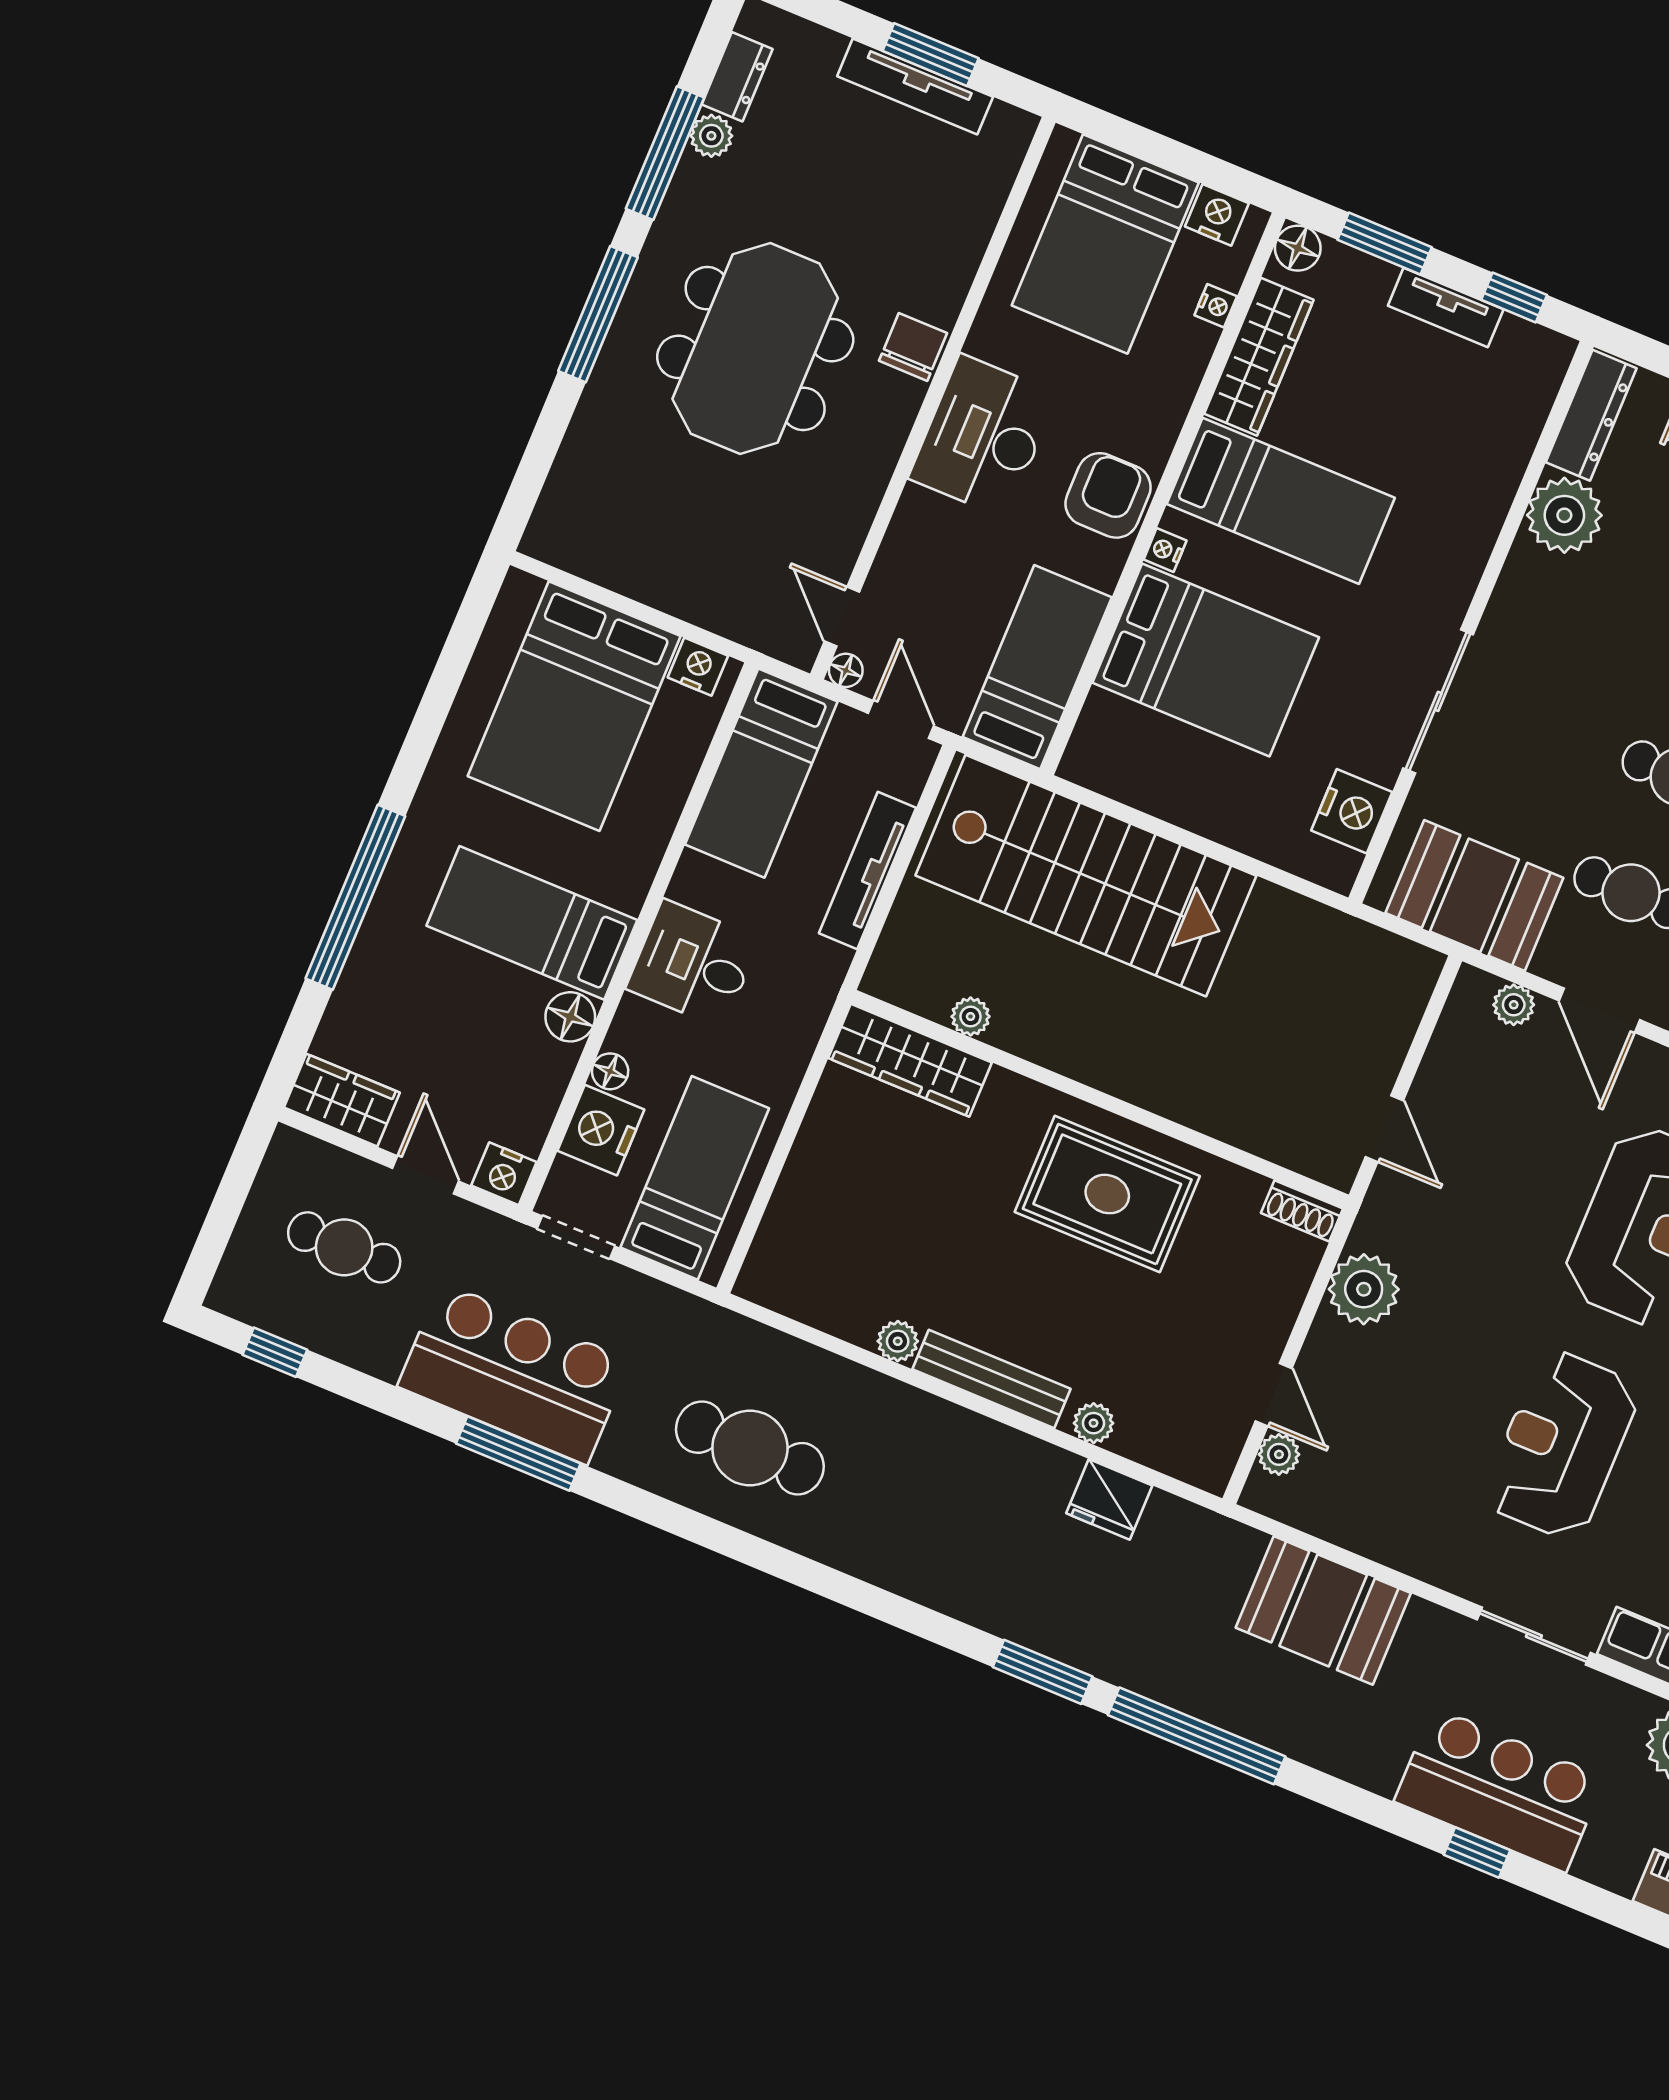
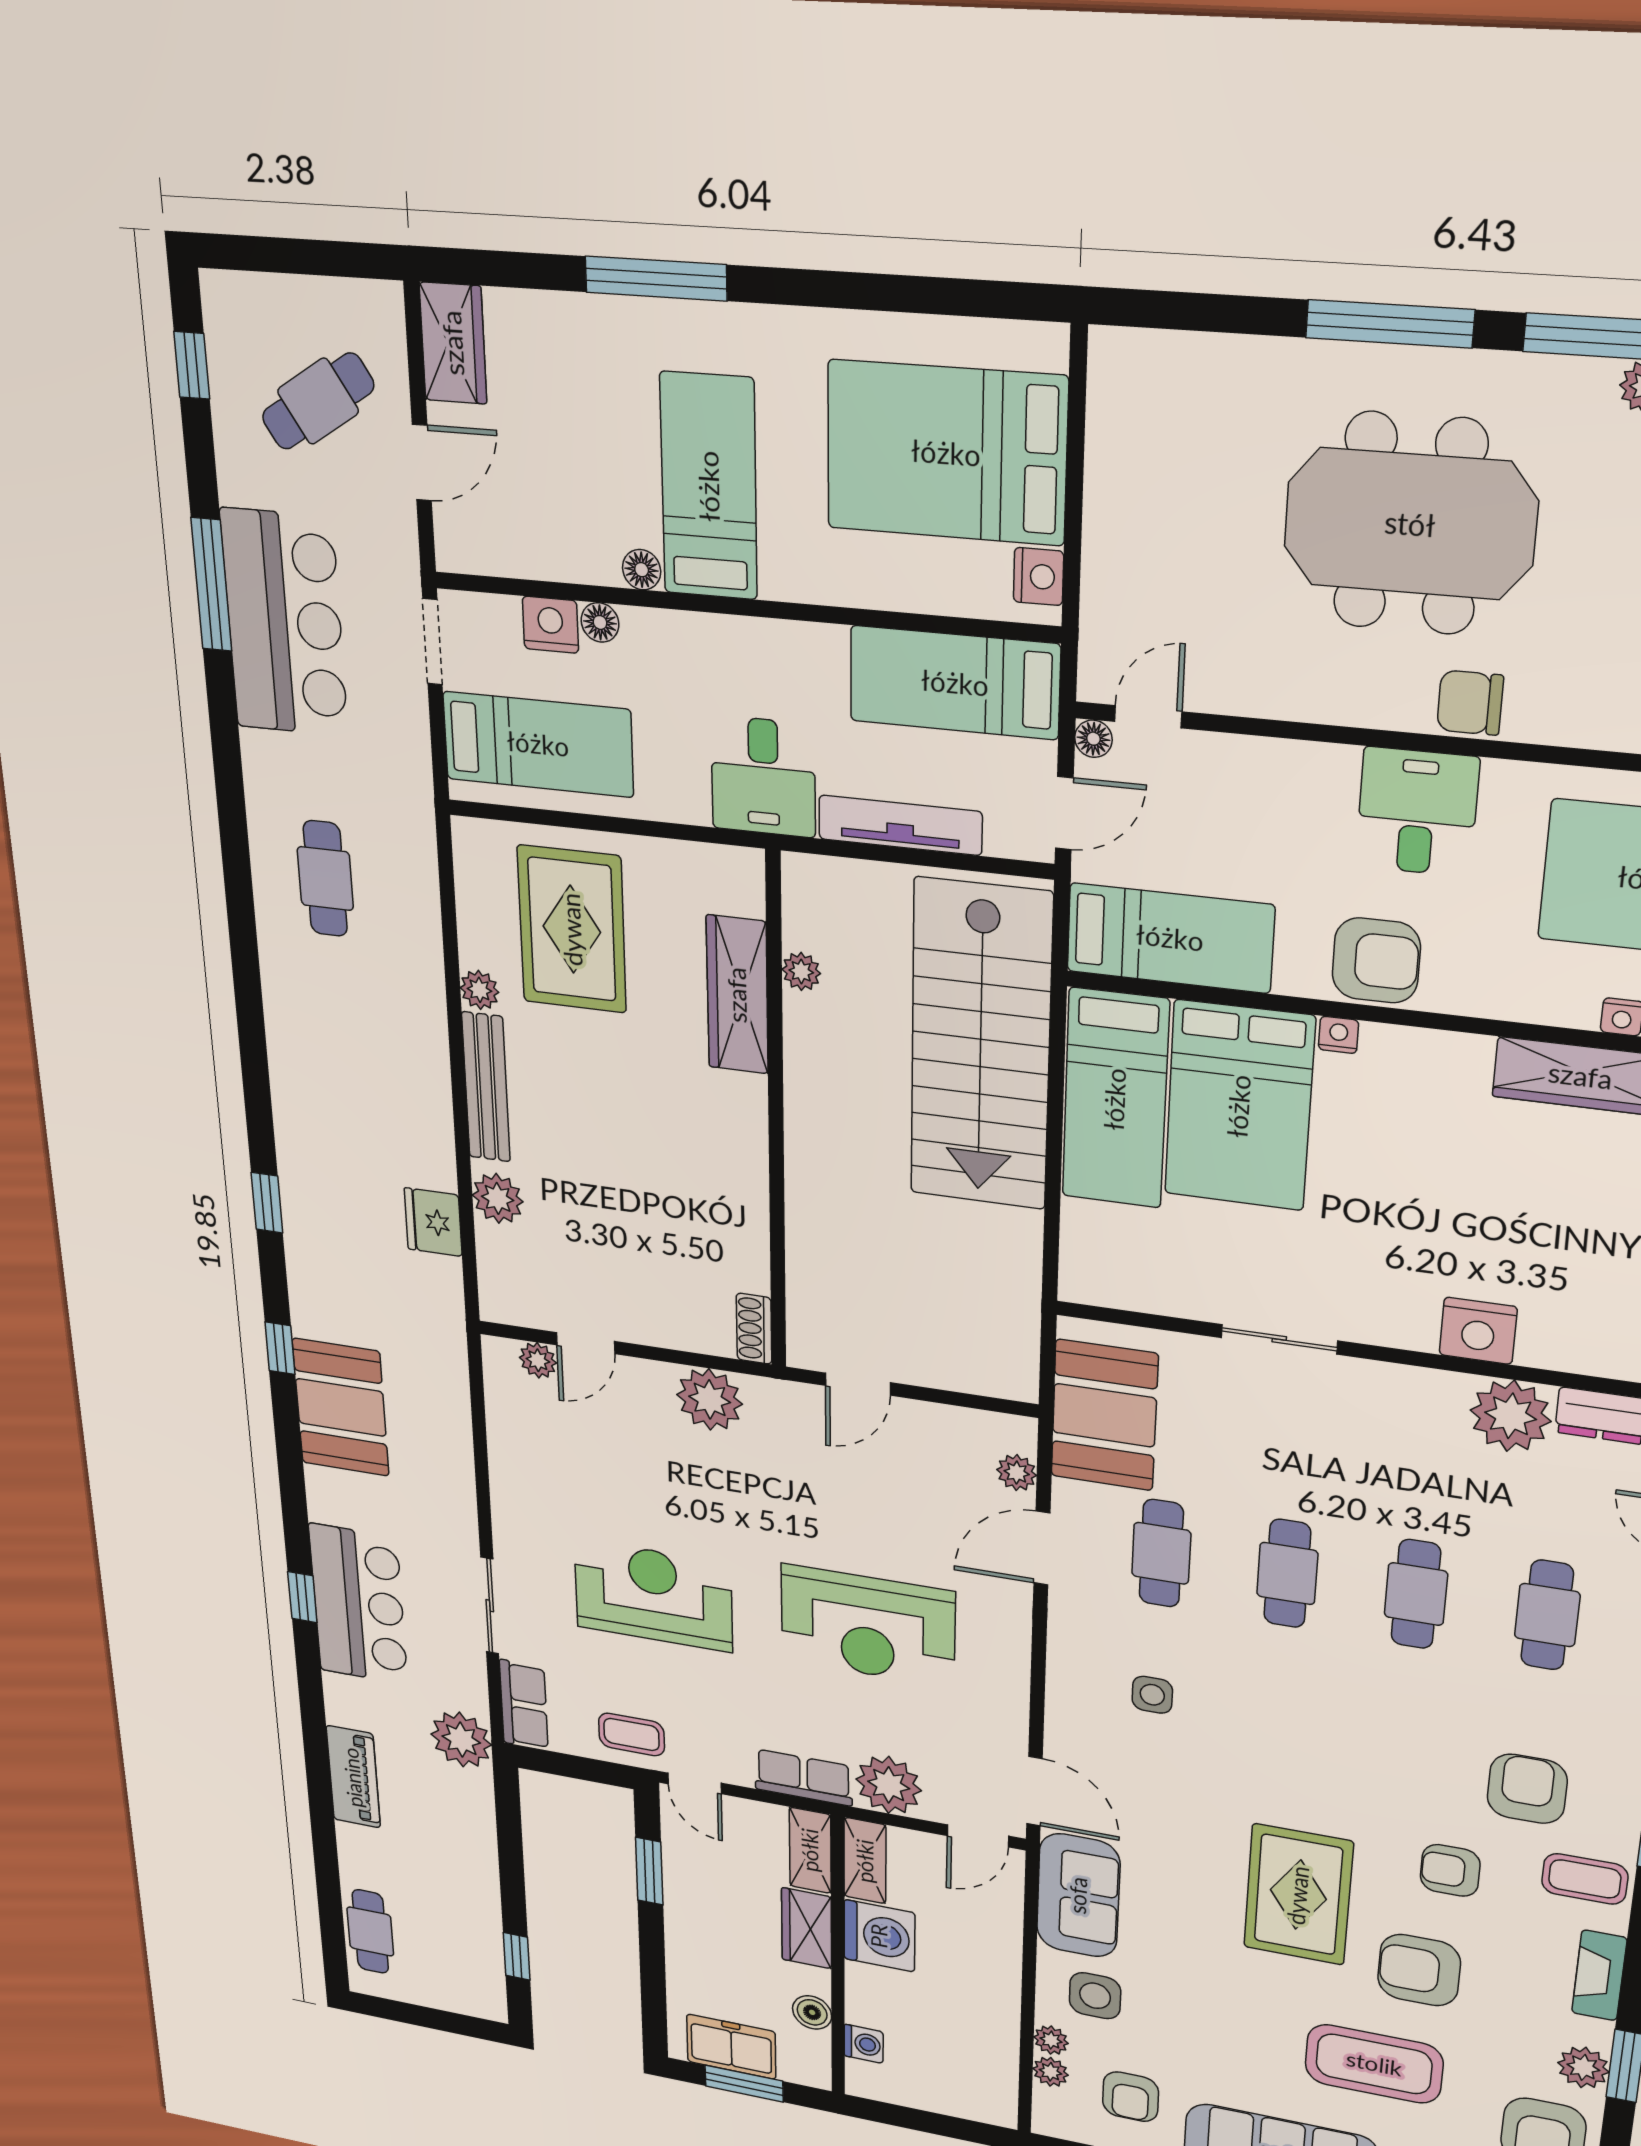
chair: (913, 347) -> (1470, 703), turned 180
desk: (983, 436) -> (1417, 812), width x0.73
bed: (1281, 501) -> (1115, 1099), moved
sliding door: (1438, 701) -> (1279, 1339), width x0.73
nightstand: (1352, 811) -> (1478, 1331), moved
window: (355, 897) -> (656, 279), width x0.68
desk: (693, 964) -> (763, 776), moved, turned 180
floor lamp: (570, 1017) -> (642, 570), width x0.73, depth x0.73
wardrobe: (910, 1060) -> (737, 995), moved
nightstand: (601, 1130) -> (550, 625), width x0.74, depth x0.75
nightstand: (504, 1174) -> (458, 546), removed
rug: (1107, 1194) -> (572, 929), moved
cafe table: (344, 1247) -> (318, 401), turned 57
plant: (1094, 1423) -> (498, 1198), width x1.38, depth x1.38
cafe table: (750, 1448) -> (325, 879), width x0.73, depth x0.74
window: (518, 1453) -> (211, 585), moved
booth: (1323, 1610) -> (341, 1407), moved
window: (1043, 1672) -> (267, 1203), width x0.67
window: (1197, 1736) -> (280, 1348), width x0.32

